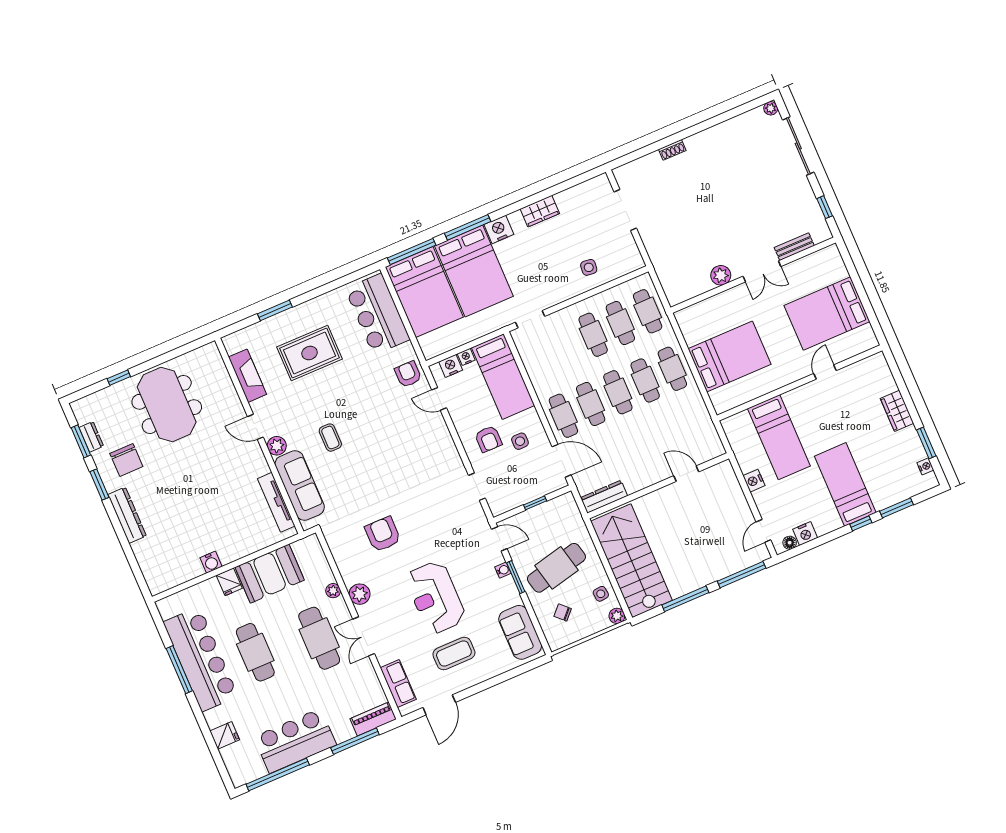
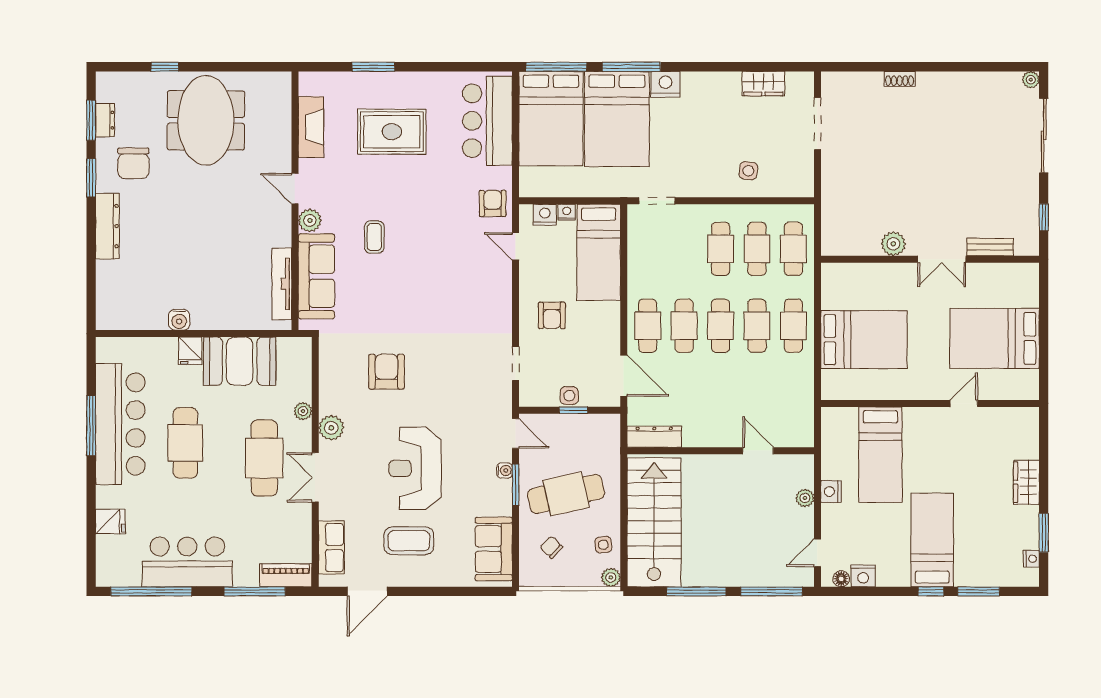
wardrobe: (540, 211) -> (763, 84), moved
side table: (520, 441) -> (569, 396), moved
plant: (736, 494) -> (805, 498), added

